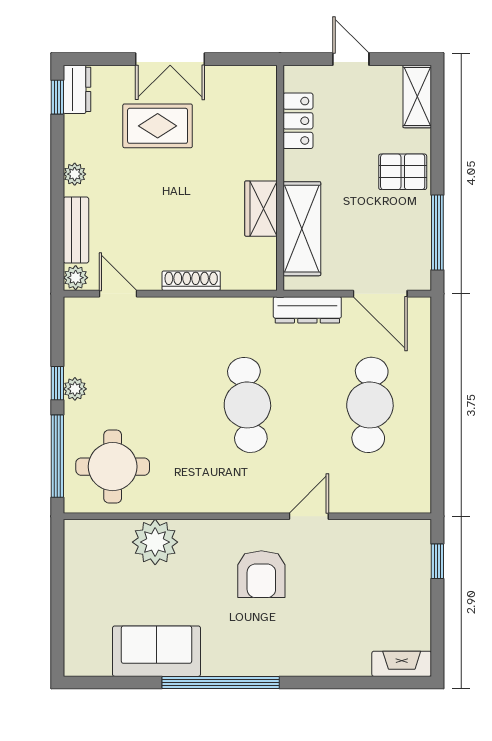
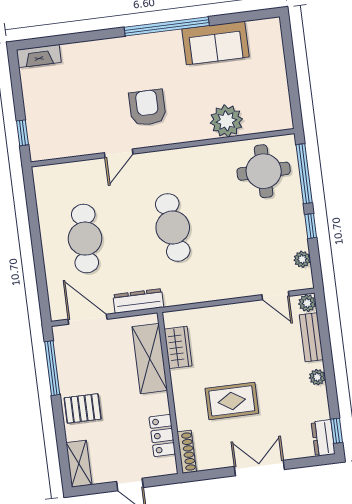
rug: (158, 126) -> (232, 401), moved
wardrobe: (261, 209) -> (178, 347), moved
shoe rack: (191, 281) -> (187, 452), moved, turned -90
plant: (75, 389) -> (302, 259), moved

